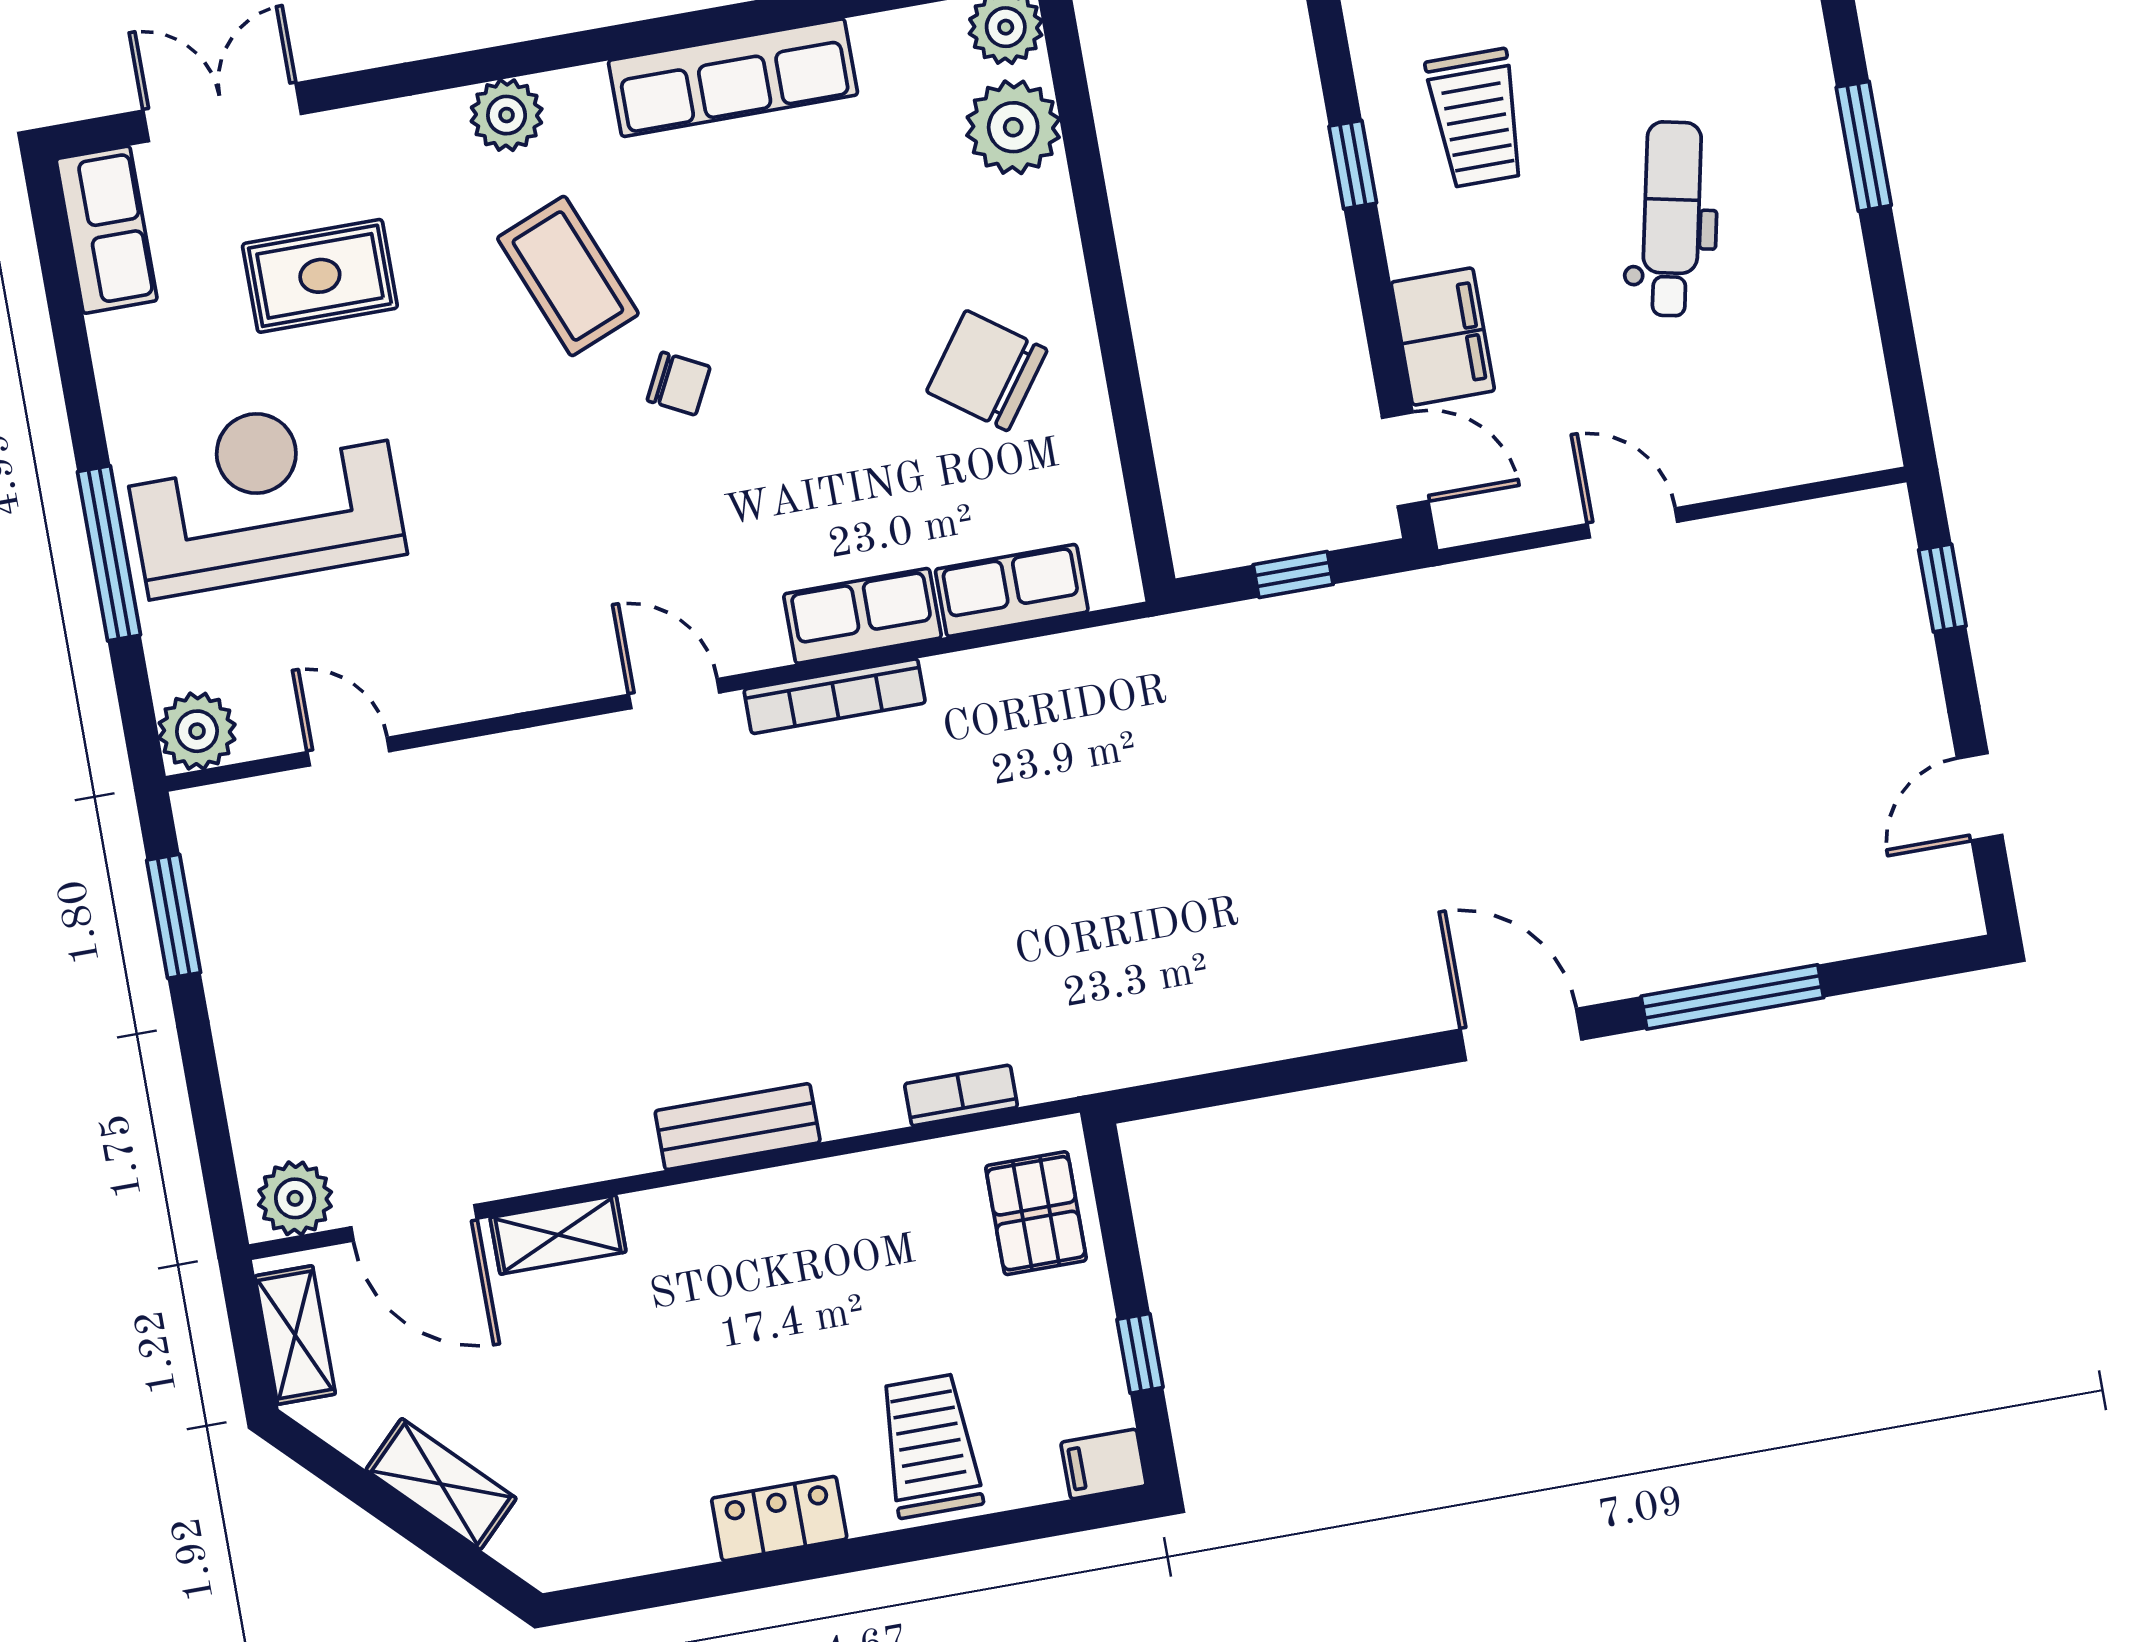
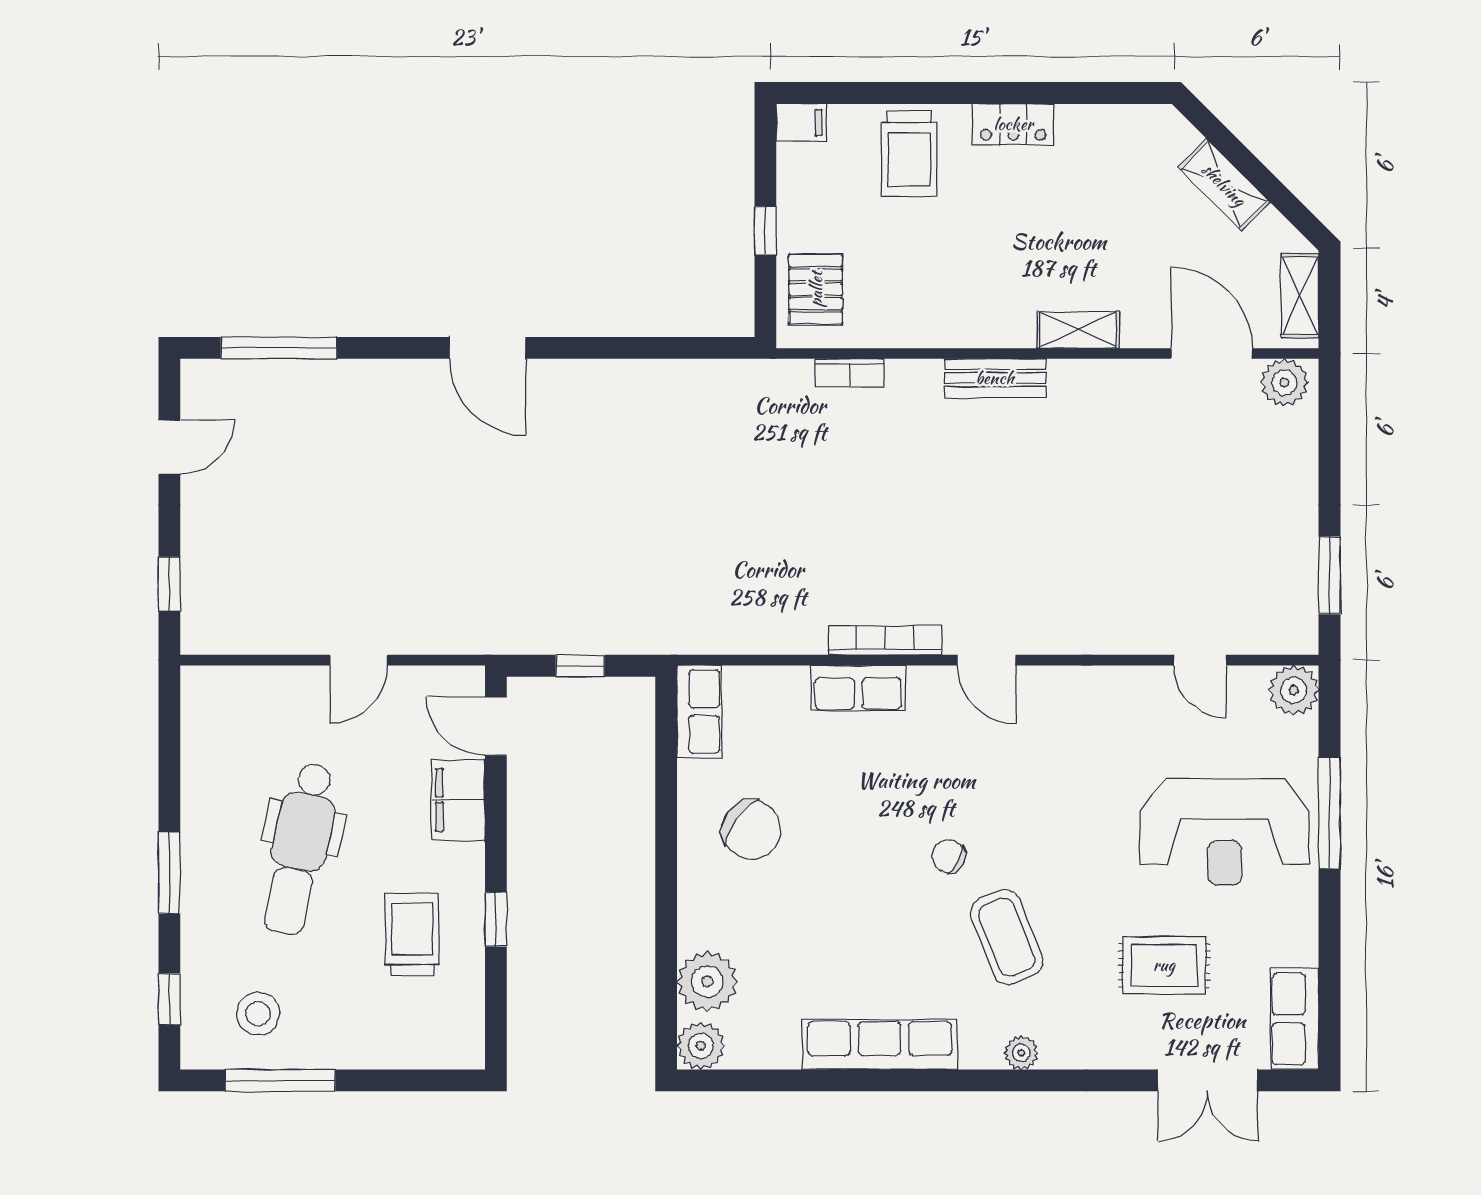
plant: (507, 115) -> (1021, 1053), width x0.73, depth x0.73
dental chair: (1672, 219) -> (300, 849), width x1.36, depth x1.38
door: (1632, 523) -> (359, 660), hinge flipped
row of seats: (1012, 590) -> (699, 712), moved, turned -90
window: (1732, 997) -> (279, 348), moved
shelving: (558, 1235) -> (1078, 330), moved
window: (1140, 1353) -> (765, 231), moved

